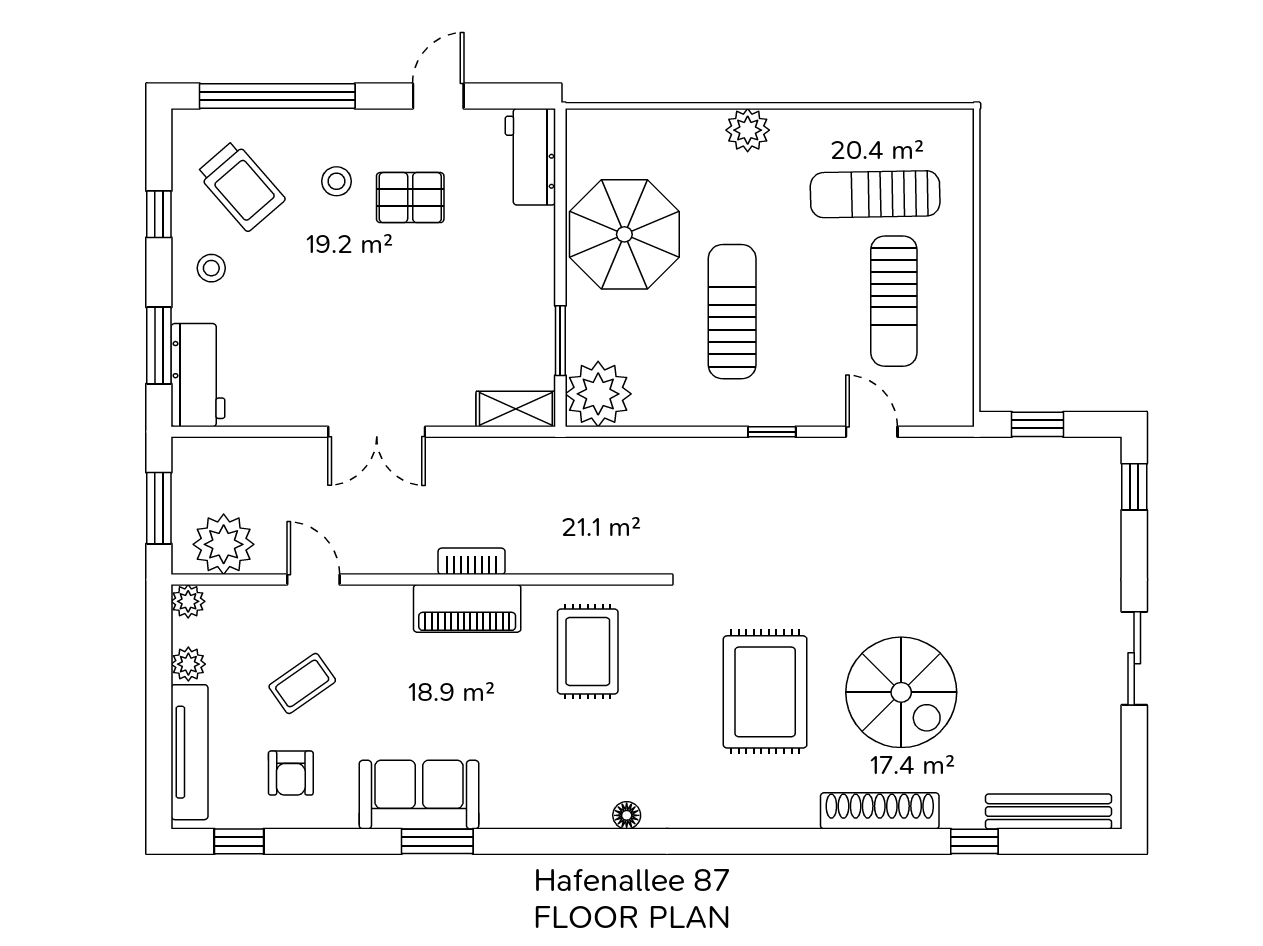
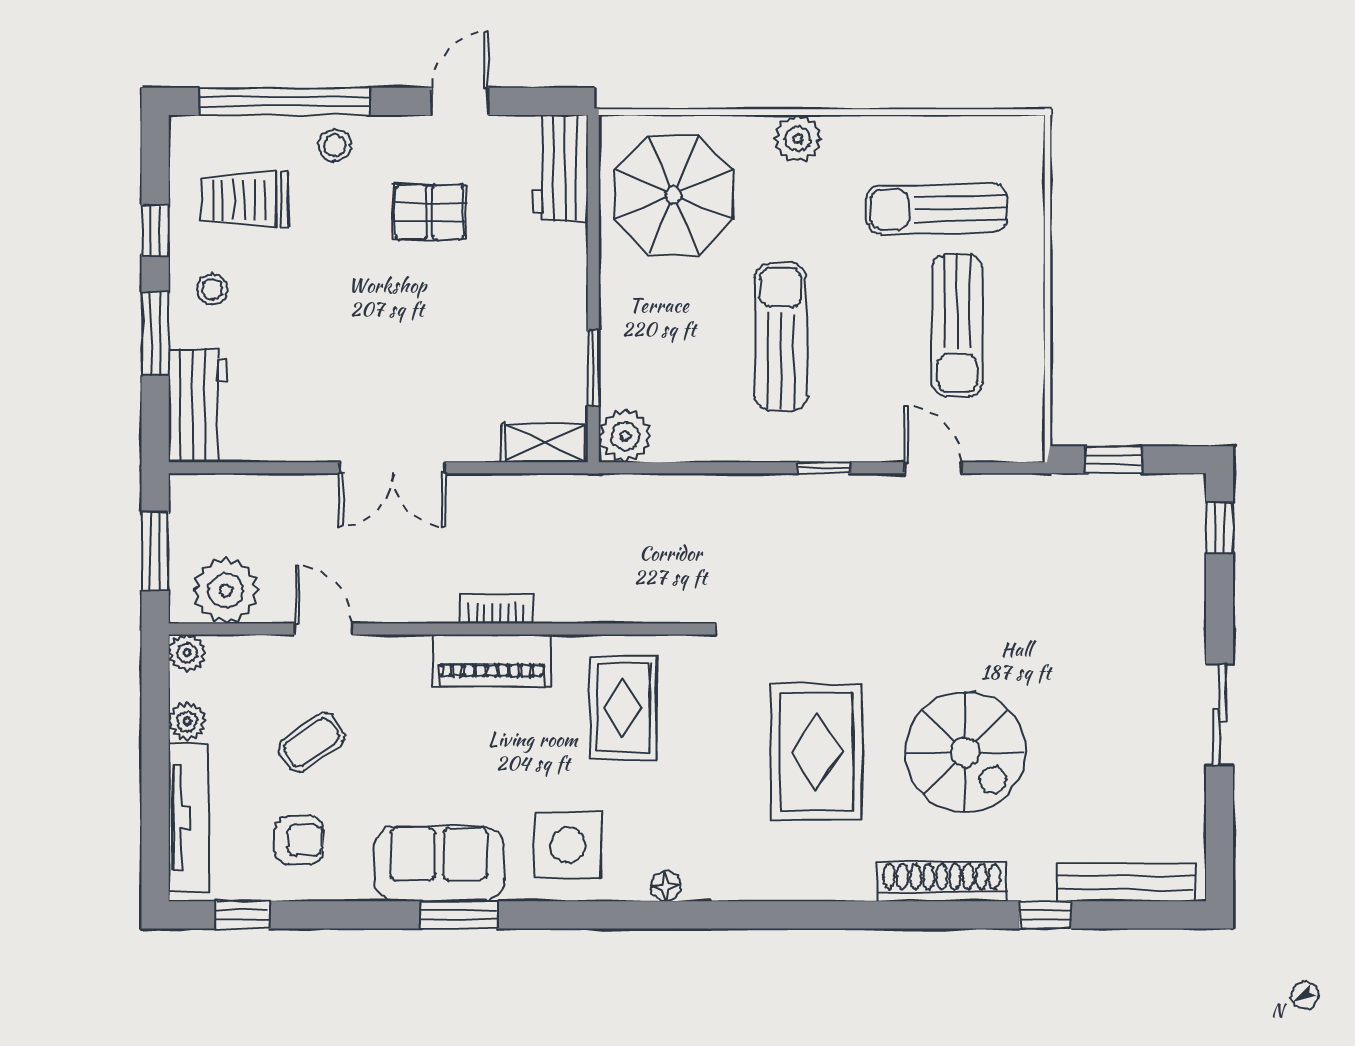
stool: (337, 181) -> (335, 145), moved
trolley: (241, 186) -> (245, 200), turned 131
parasol: (624, 234) -> (673, 195), moved
window: (159, 345) -> (155, 334), moved
plant: (598, 394) -> (625, 436), width x0.73, depth x0.73
armchair: (291, 773) -> (299, 840), turned -90
side table: (537, 777) -> (568, 845), added

